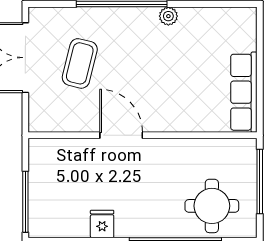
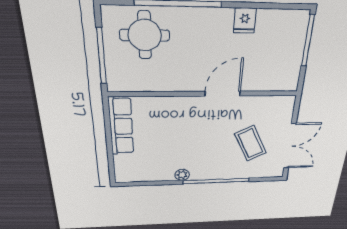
coffee table: (80, 63) -> (250, 143), turned -40
door: (121, 135) -> (223, 94), swing flipped

